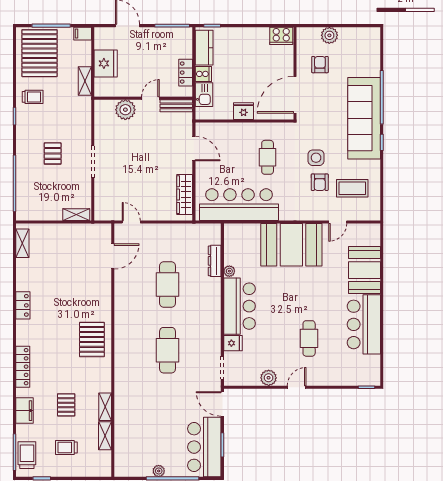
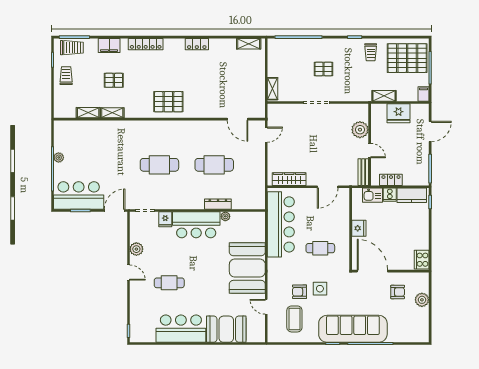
dresser: (215, 261) -> (218, 204), moved
trolley: (66, 447) -> (66, 76), moved

